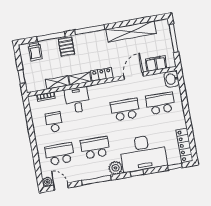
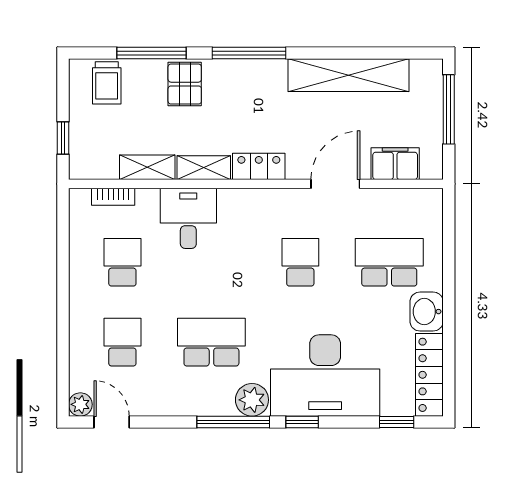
washbasin: (172, 79) -> (427, 312), moved
school desk: (125, 110) -> (300, 262), width x0.54
school desk: (60, 154) -> (122, 342), width x0.54
window: (97, 180) -> (233, 422), moved

